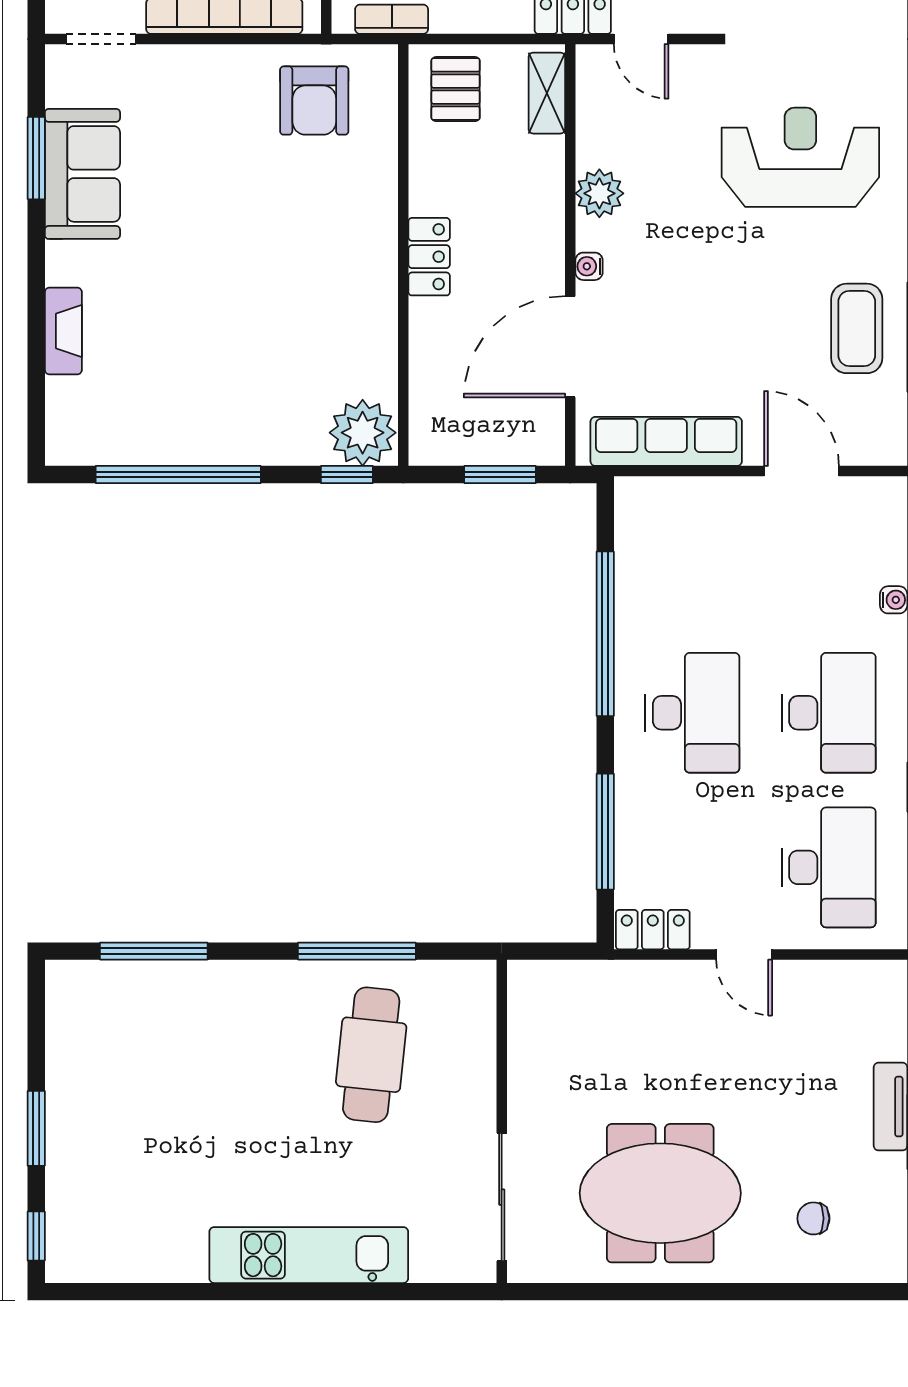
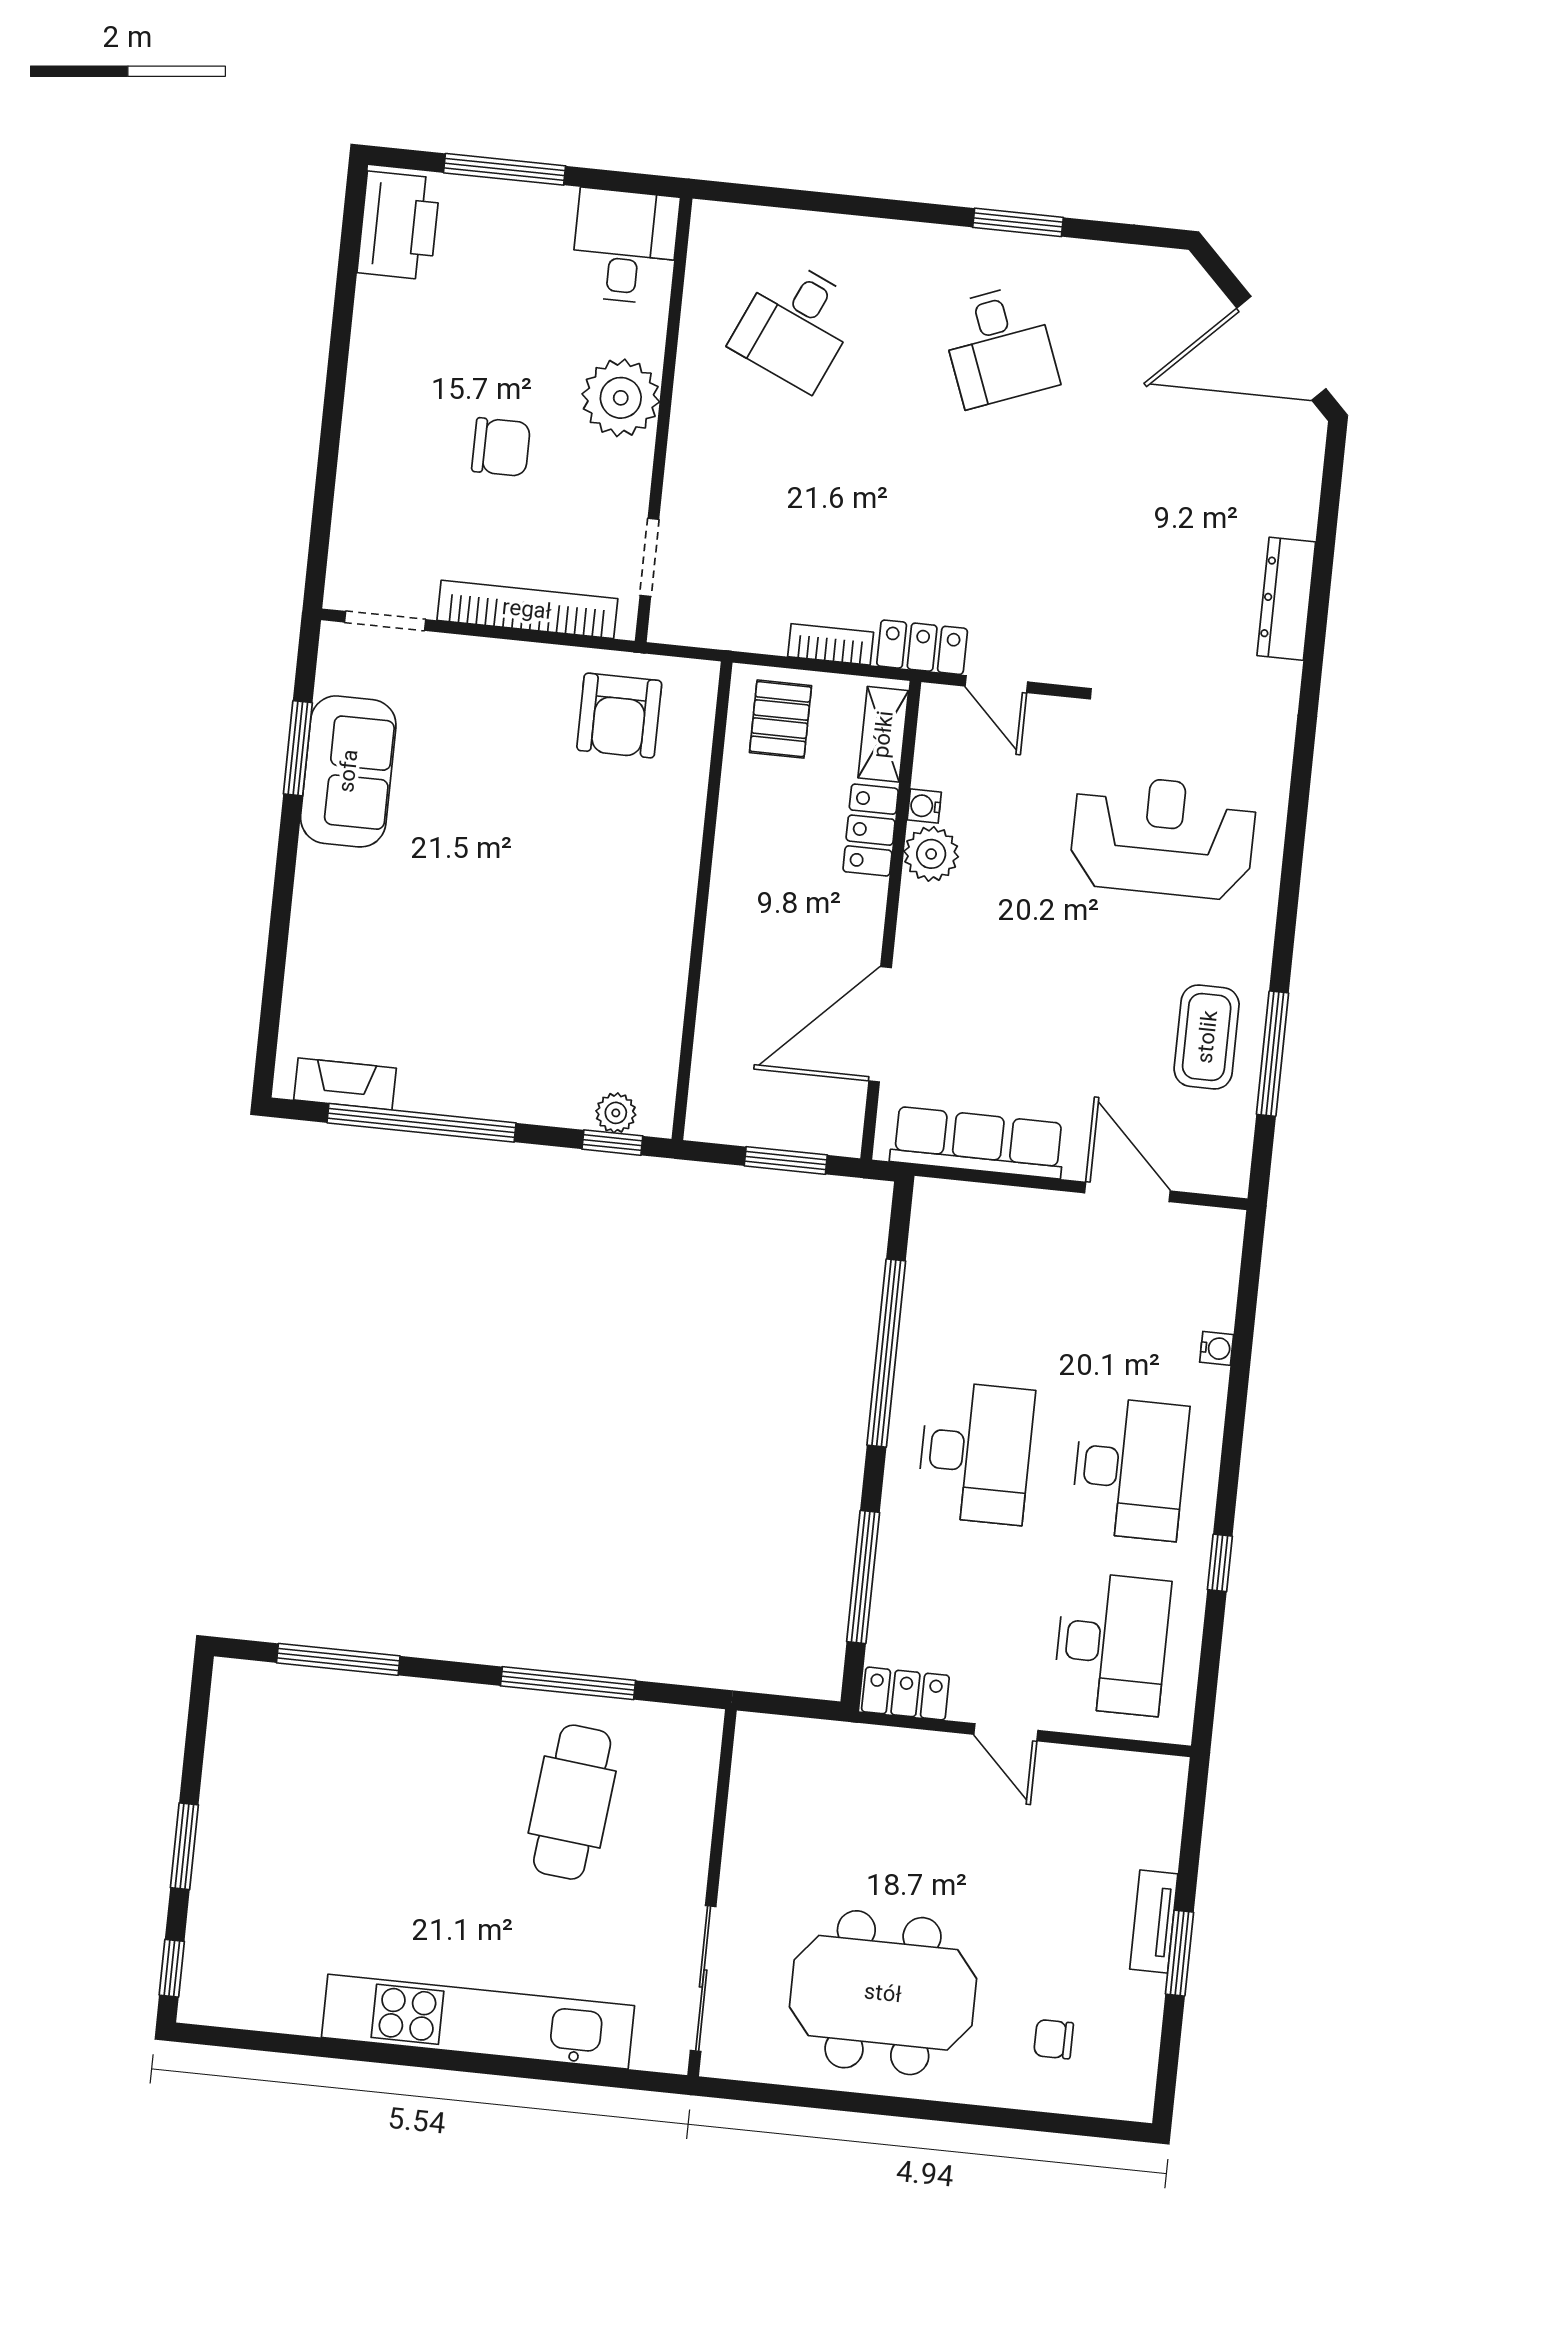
bookcase: (392, 19) -> (831, 644), moved
locker: (429, 257) -> (871, 830), moved, turned 180
water cooler: (589, 266) -> (924, 806), moved
fireplace: (63, 331) -> (345, 1084), moved, turned -90
plant: (363, 433) -> (616, 1113), width x0.53, depth x0.53
kitchen unit: (309, 1255) -> (478, 2022), width x1.36

